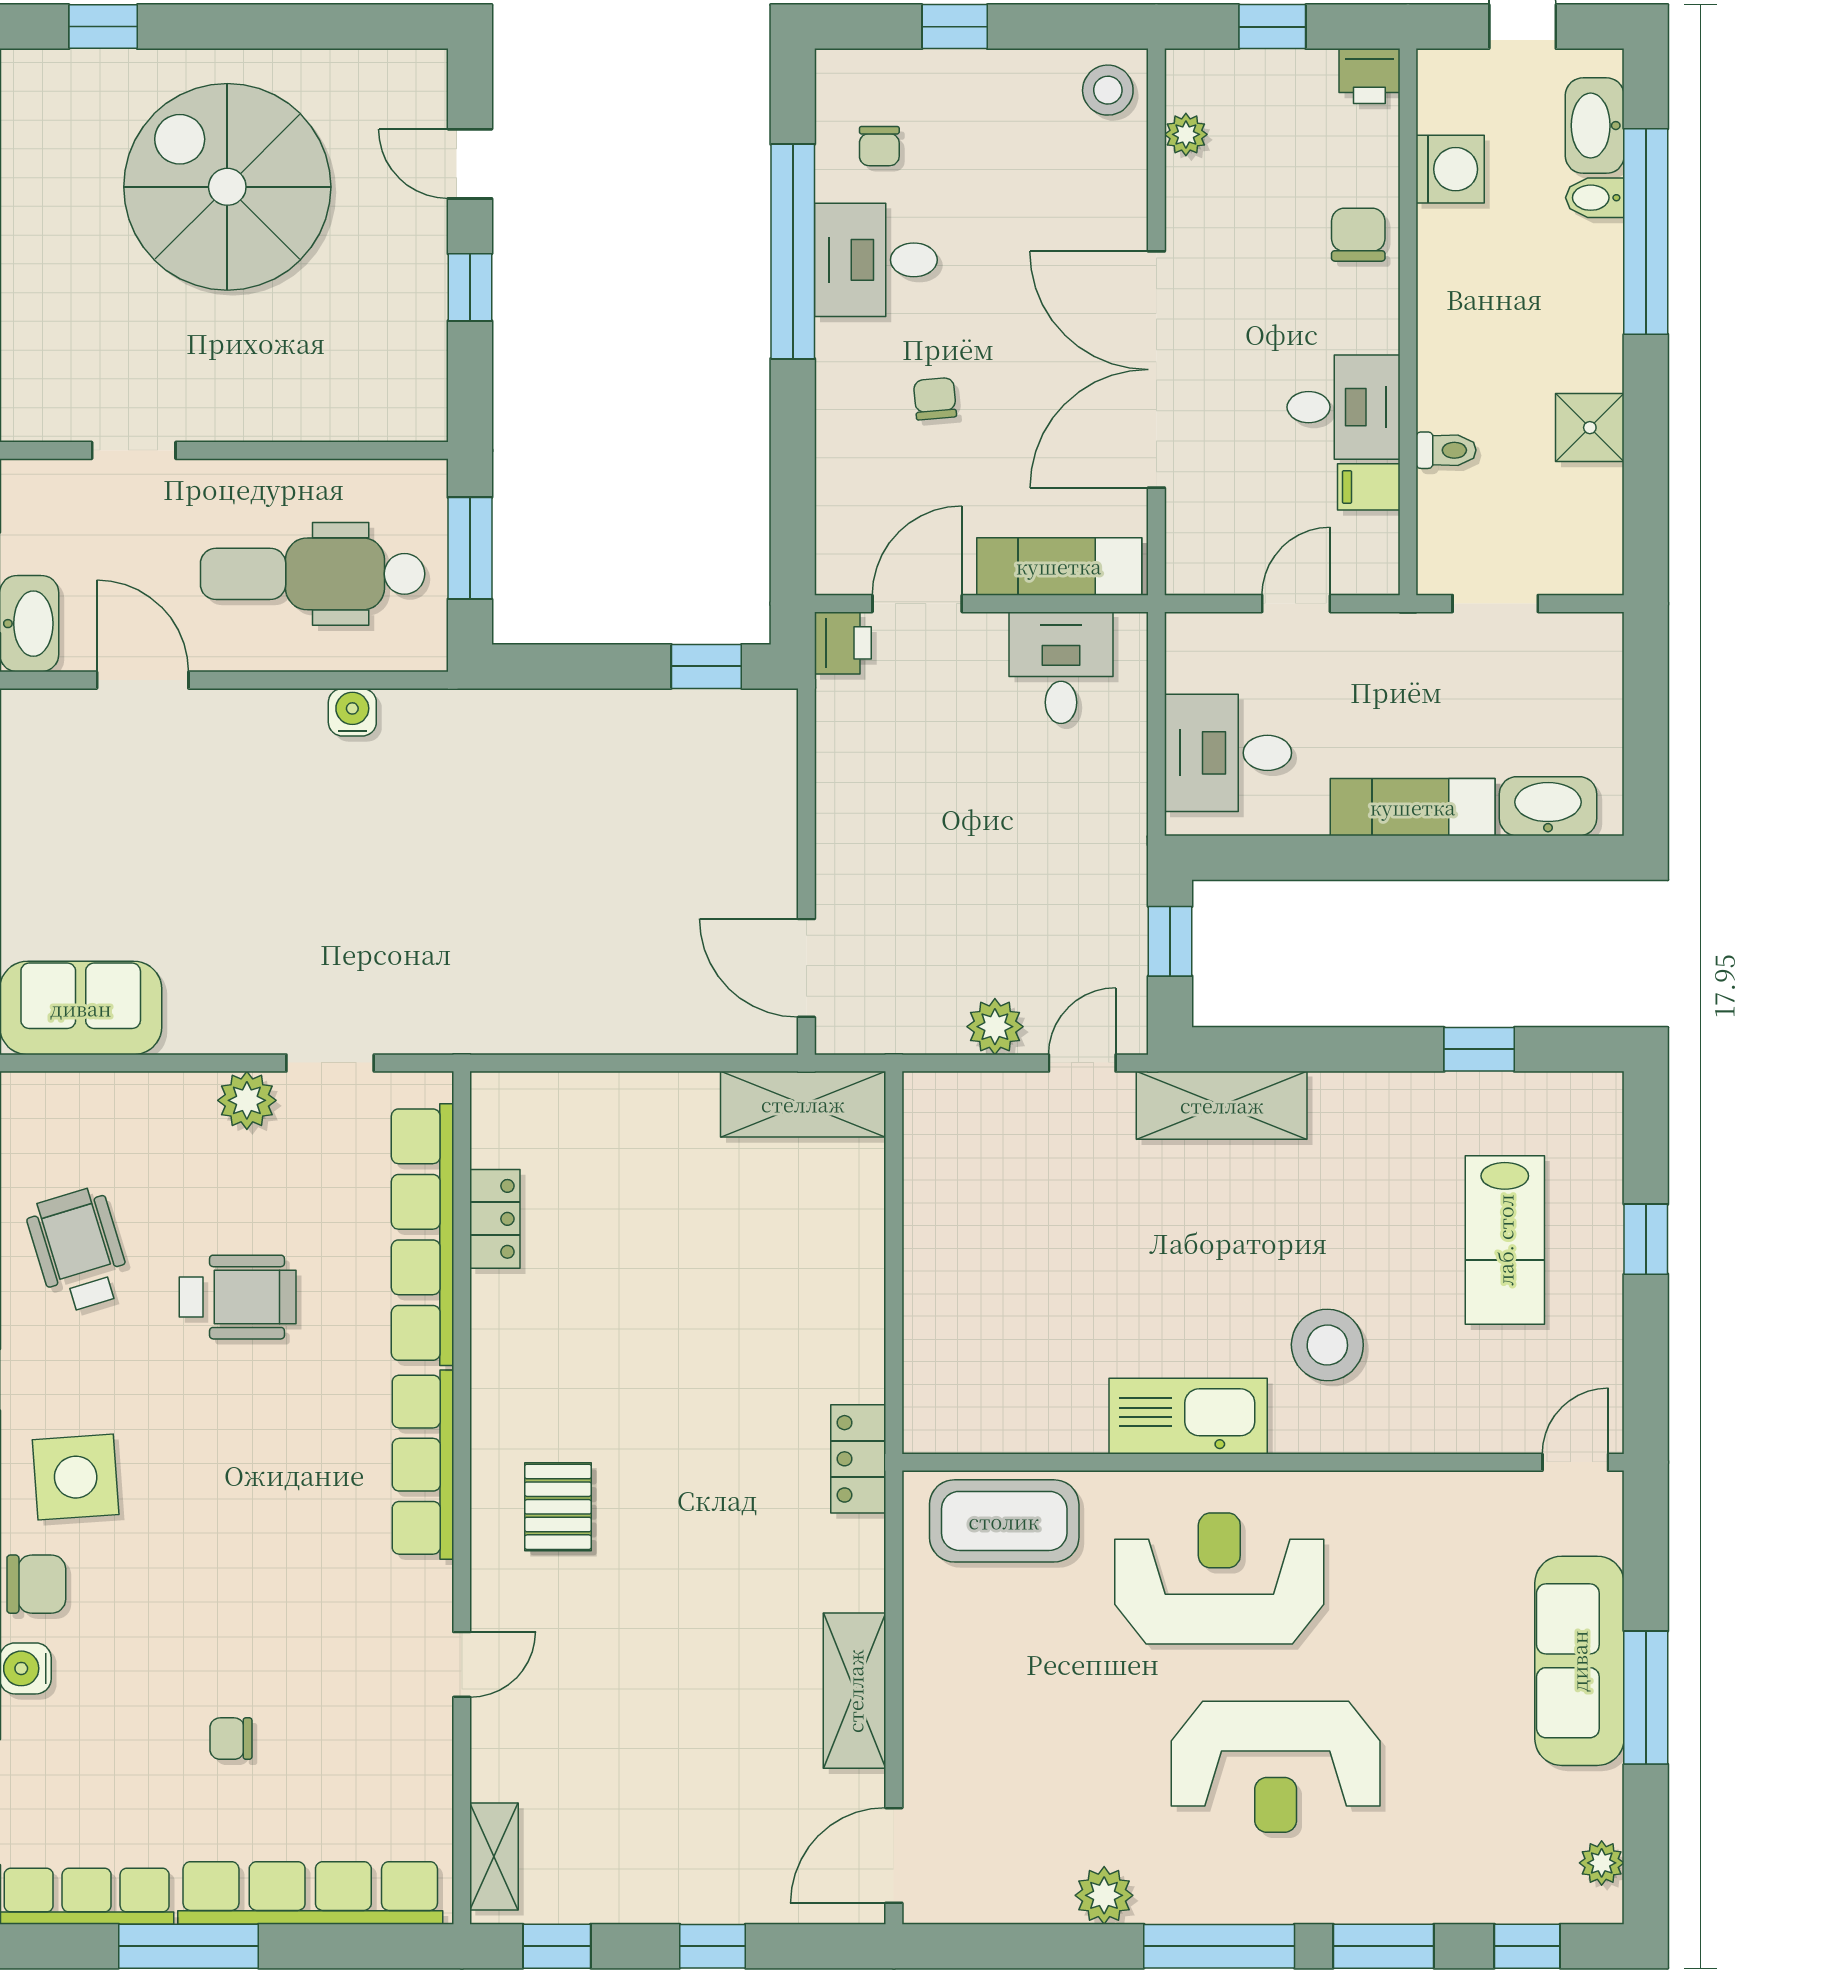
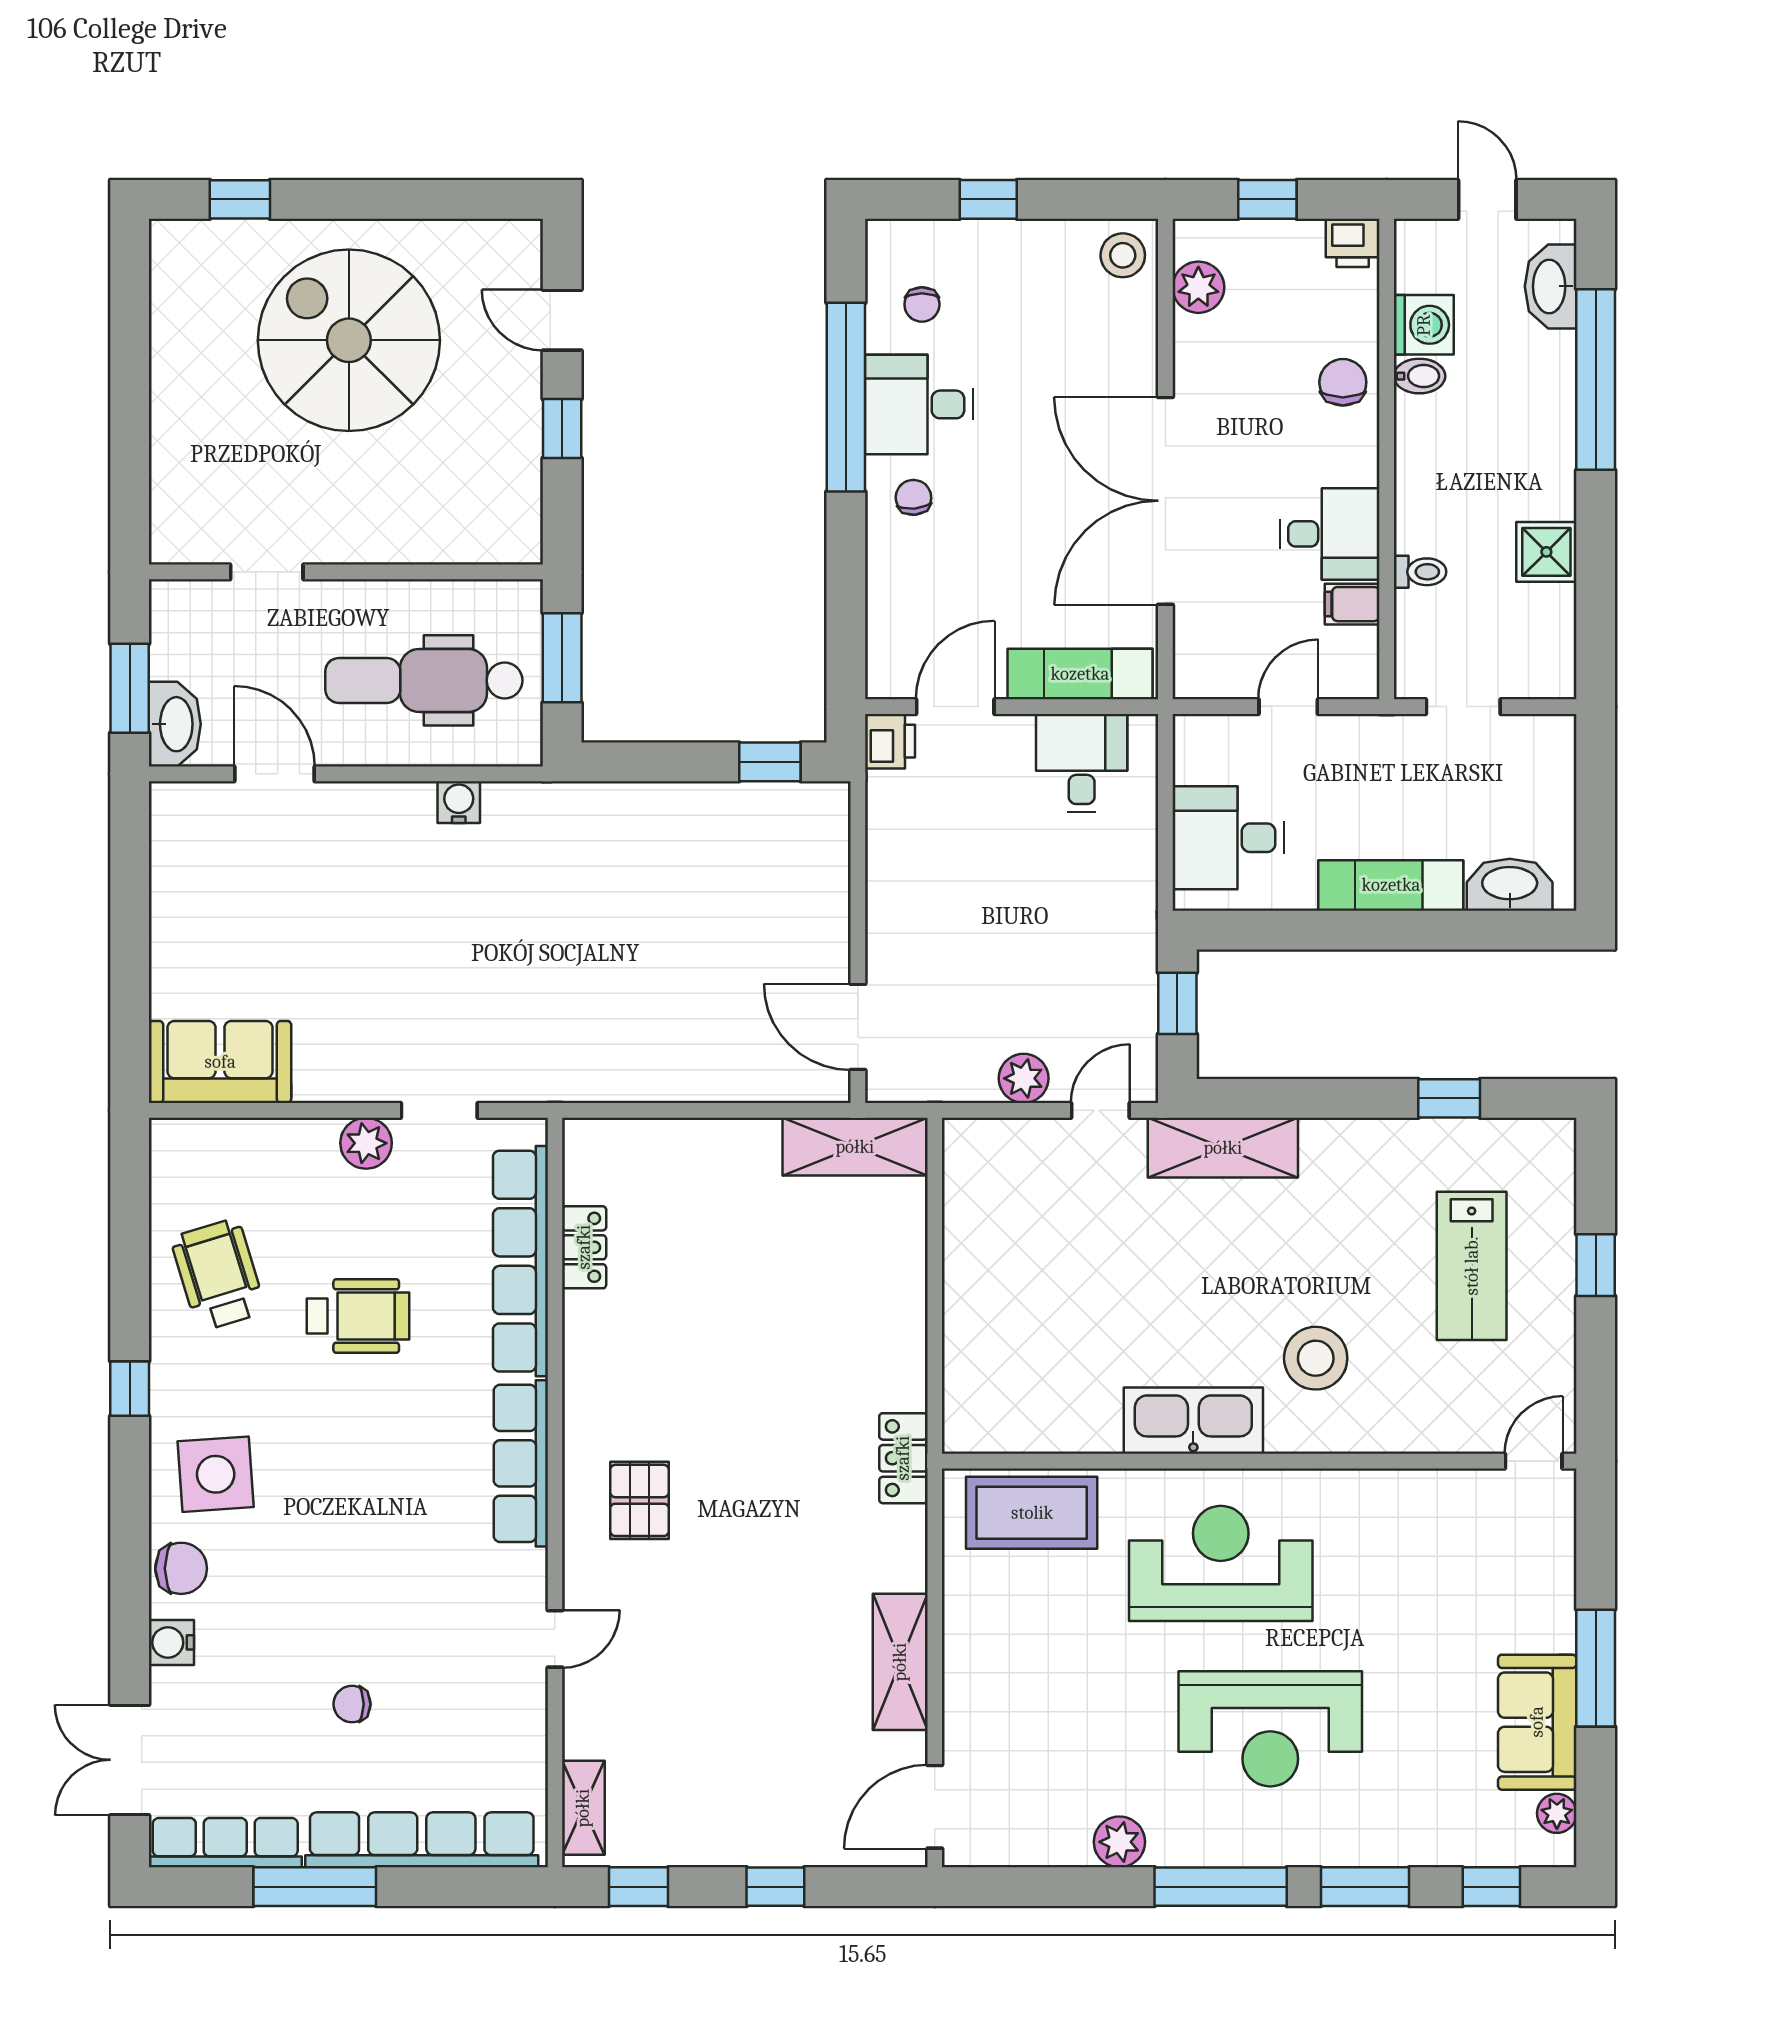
plant: (1186, 134) -> (1198, 287), width x1.38, depth x1.38
bidet: (1595, 198) -> (1419, 376), moved, turned 180
chair: (935, 399) -> (913, 497), moved
sofa: (1579, 1661) -> (1537, 1722), moved, width x0.73

